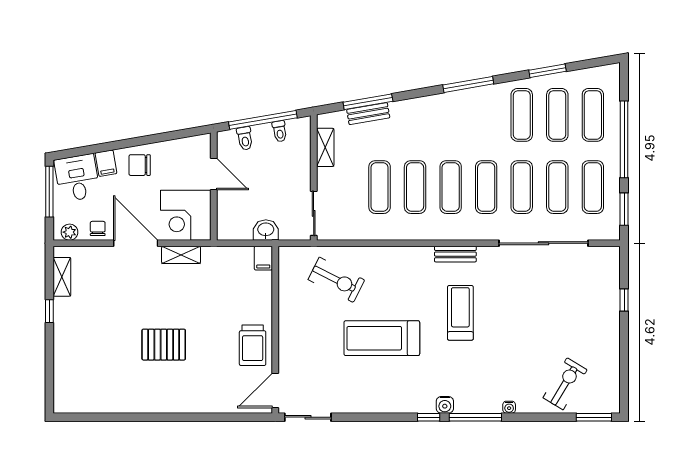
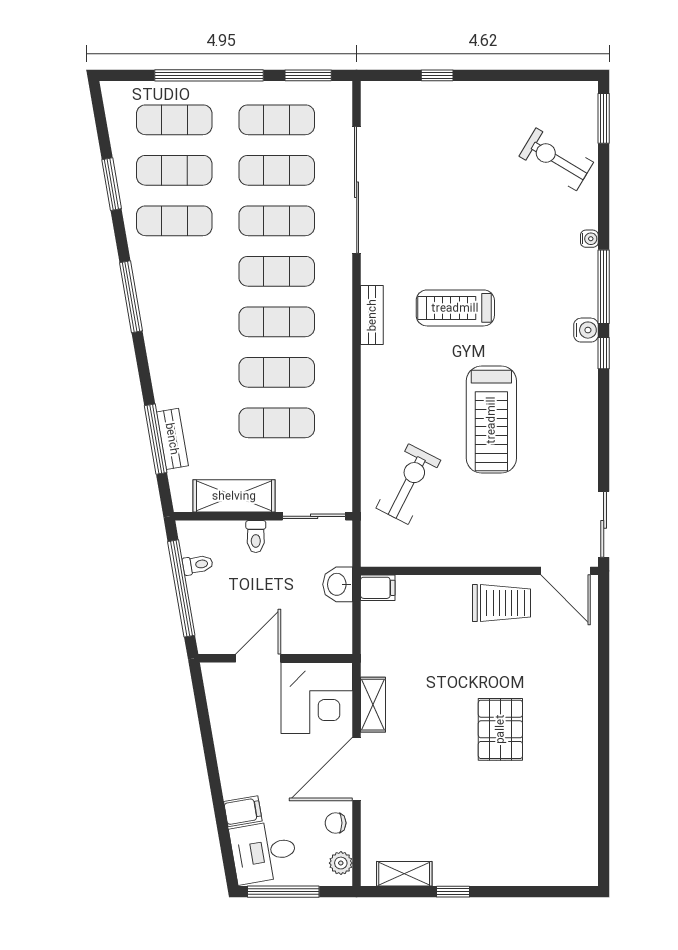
toilet: (245, 138) -> (256, 536), moved, turned 100
shelving: (325, 147) -> (234, 496), width x1.50, depth x1.33
chair: (140, 165) -> (245, 763), removed

